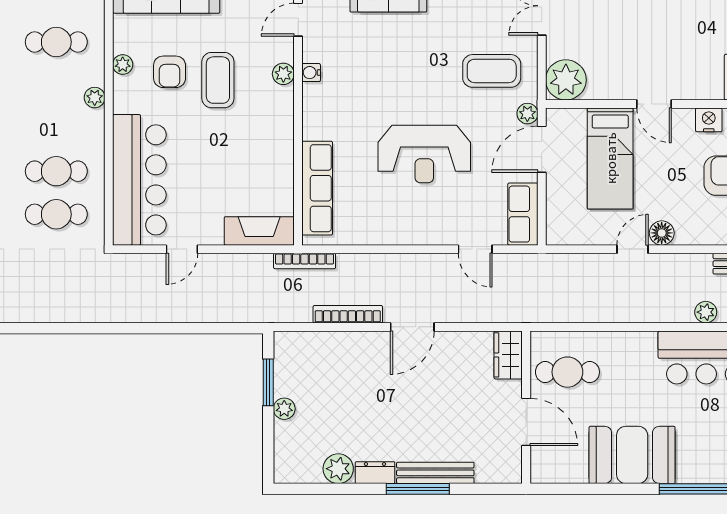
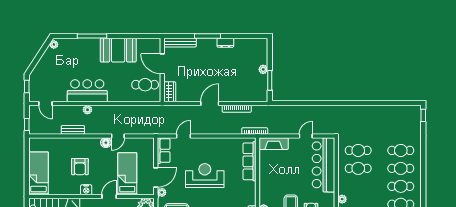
door: (654, 104) -> (109, 196), hinge flipped
door: (475, 249) -> (184, 136), hinge flipped
plant: (338, 469) -> (241, 44), removed
bench: (435, 473) -> (180, 43), moved

